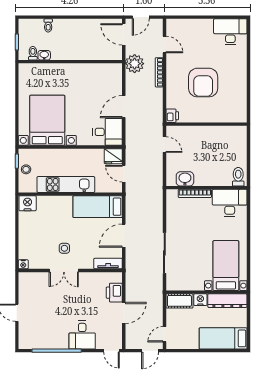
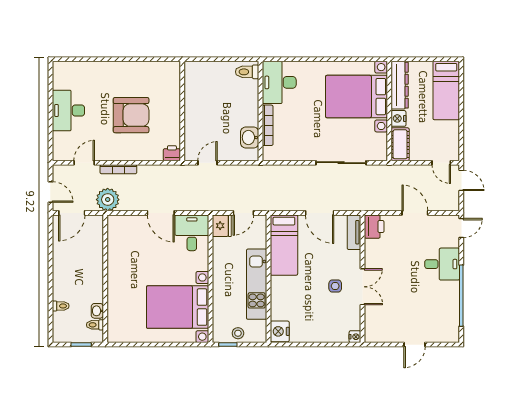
desk: (230, 32) -> (68, 110), moved
bed with nightstands: (226, 266) -> (356, 97), width x1.36
printer: (114, 293) -> (374, 227), moved, turned -90

